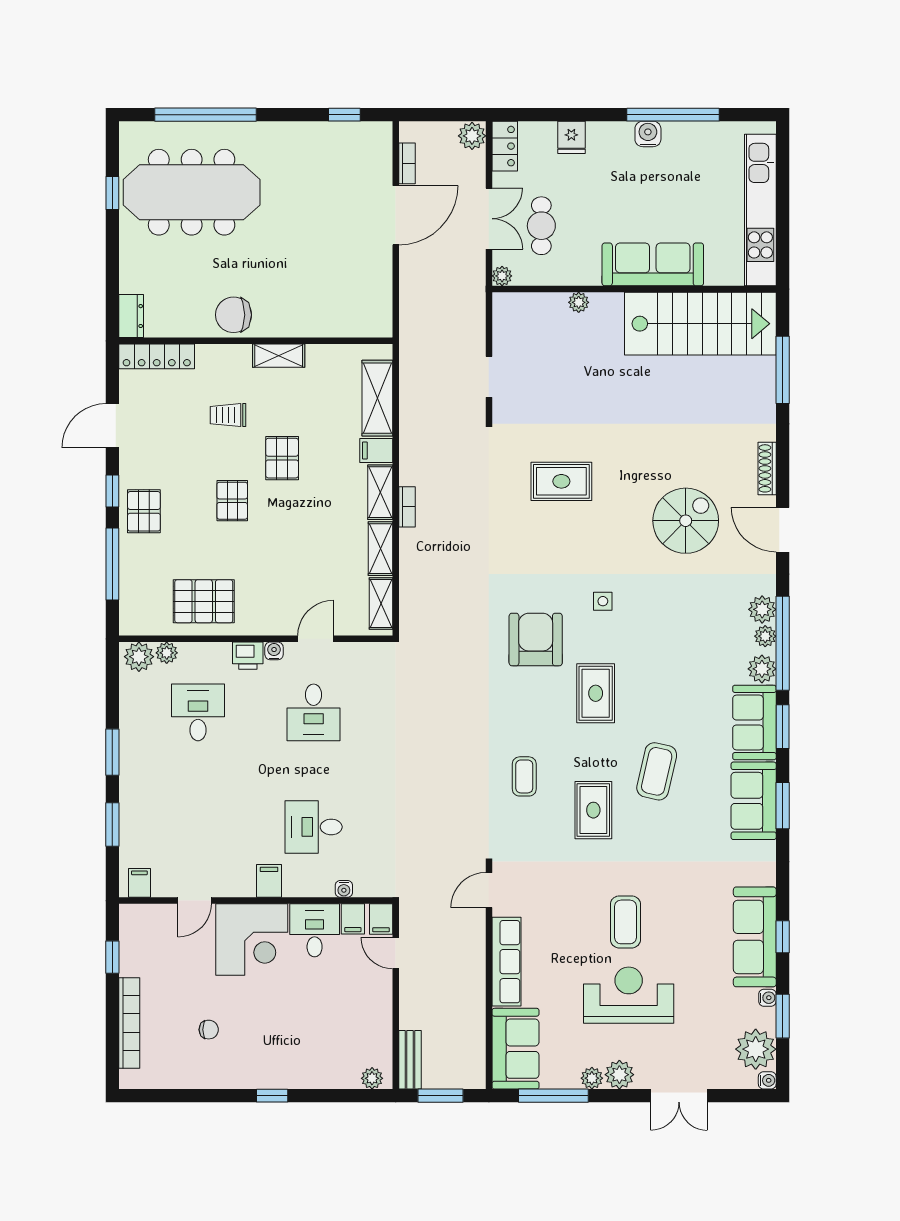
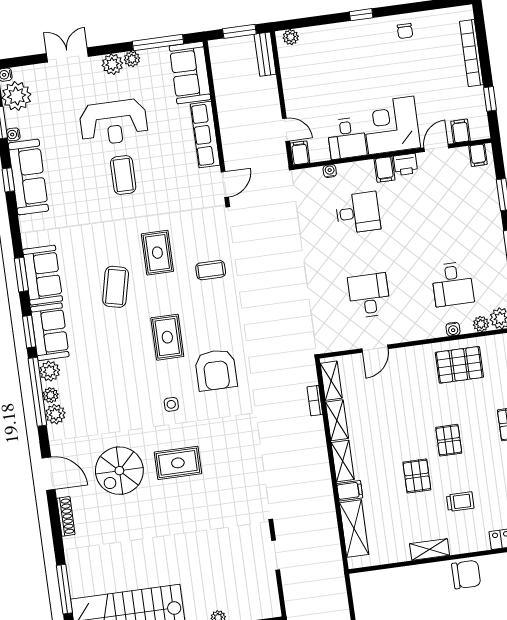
rug: (561, 481) -> (178, 463), moved
bookcase: (407, 507) -> (315, 401), moved
water cooler: (274, 651) -> (453, 329), moved
printer: (248, 656) -> (406, 164), moved, turned 180
coffee table: (524, 776) -> (211, 270), turned 90
filing cabinet: (353, 919) -> (461, 131), moved
chair: (209, 1030) -> (405, 31), moved, turned -90

